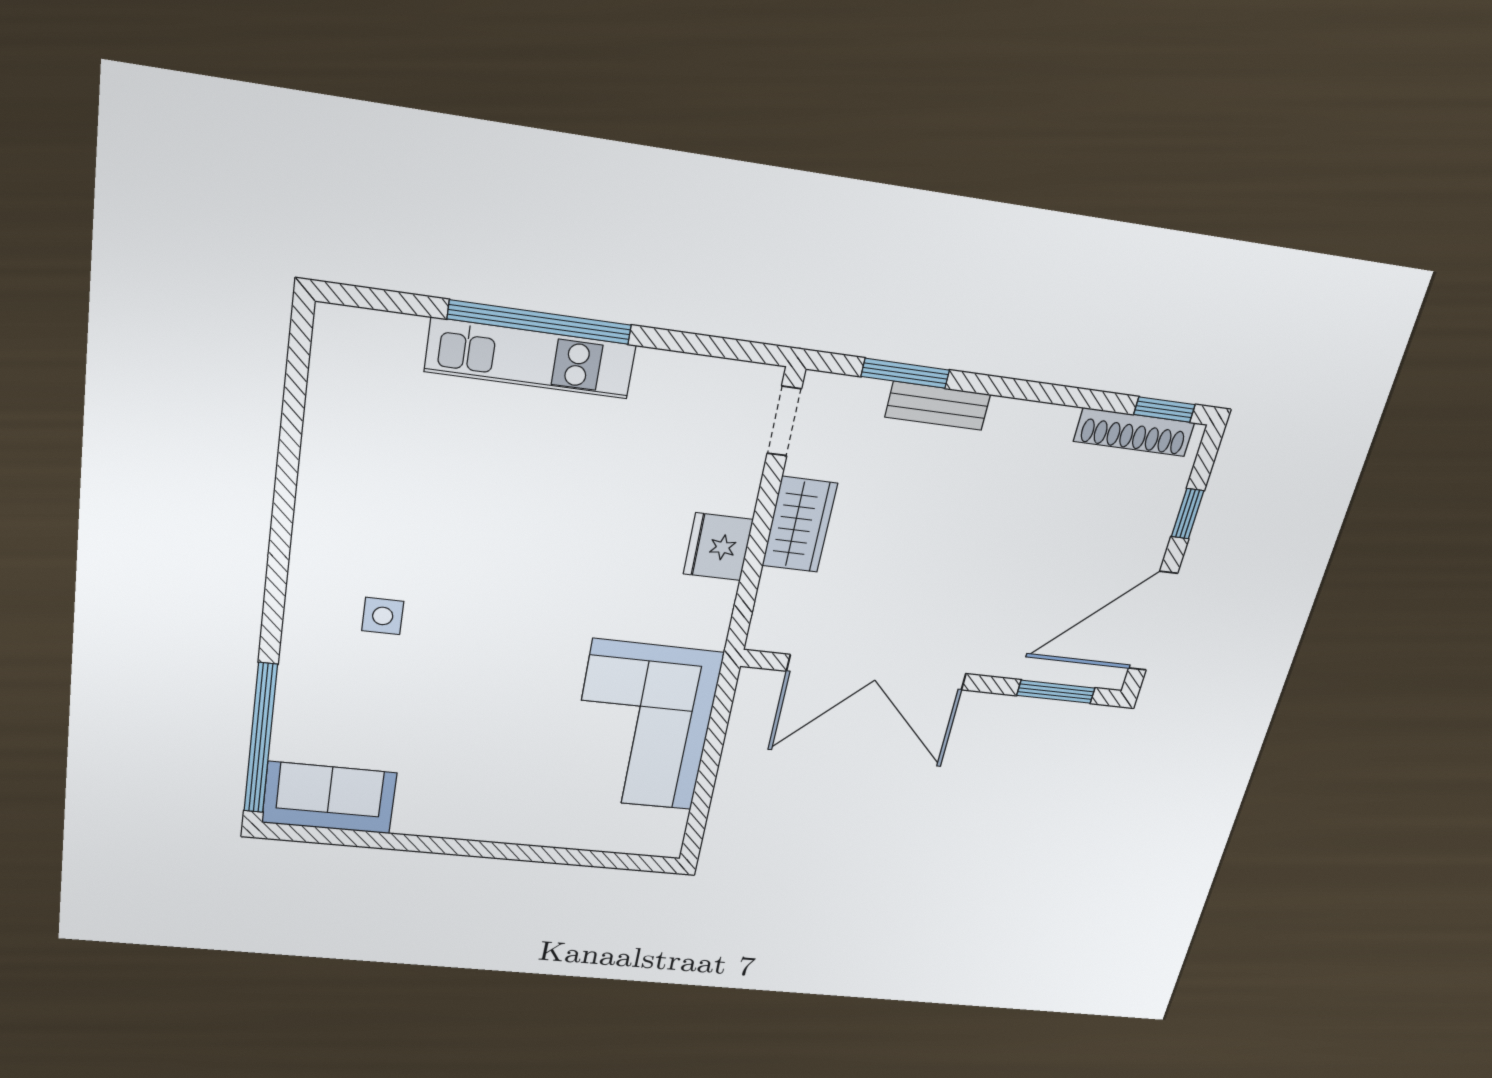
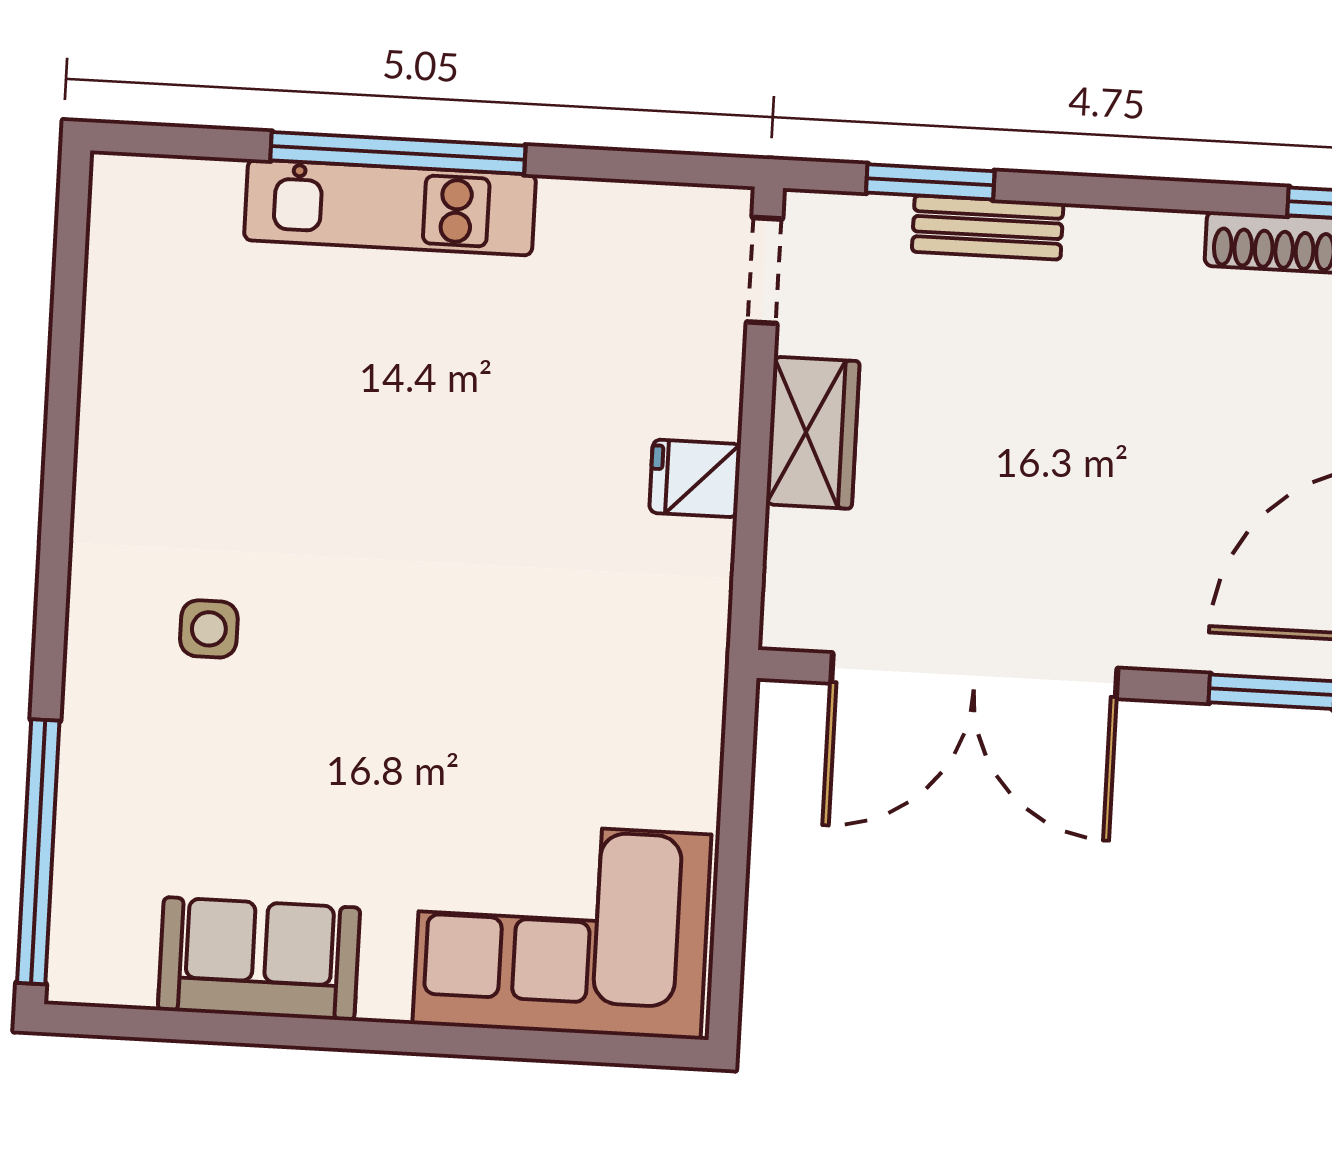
fridge: (718, 547) -> (695, 478), width x0.72
corner sofa: (643, 726) -> (562, 929), moved, turned 90
sofa: (329, 798) -> (259, 959), moved

